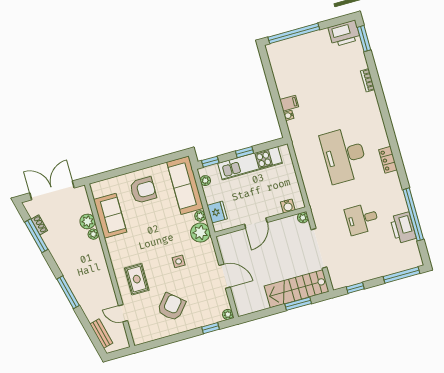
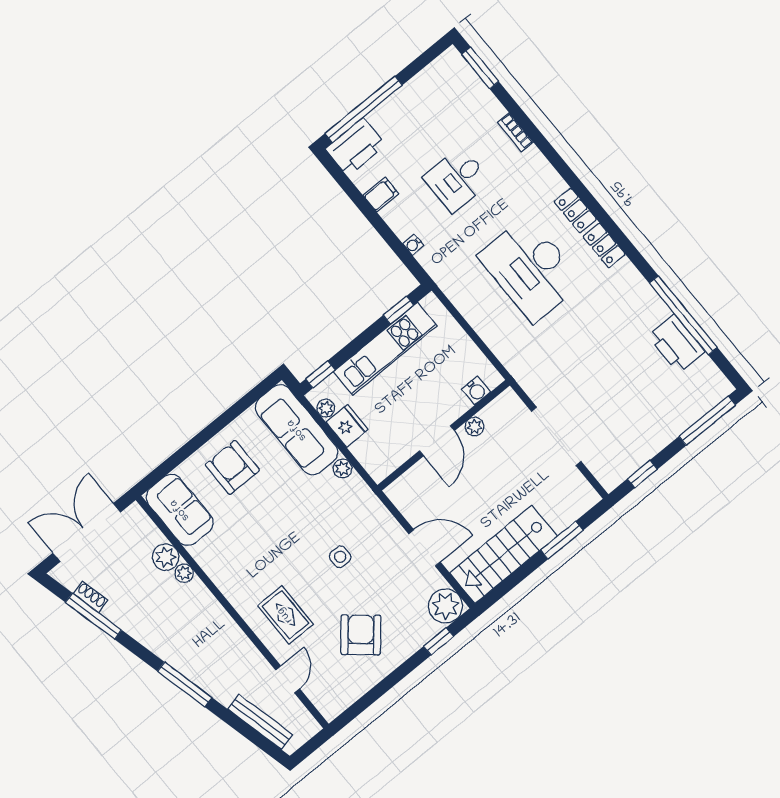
printer: (344, 33) -> (355, 147), moved
filing cabinet: (289, 103) -> (381, 195), moved
locker: (381, 135) -> (575, 210), added
window: (244, 152) -> (399, 310), moved
armchair: (143, 190) -> (232, 467), turned -90
fridge: (217, 212) -> (347, 426), moved
sofa: (110, 216) -> (180, 510), moved
plant: (303, 218) -> (474, 427), moved
desk: (362, 219) -> (457, 179), moved
plant: (200, 233) -> (355, 495), removed
stairs: (297, 289) -> (503, 554), moved
door: (123, 313) -> (288, 679), swing flipped
plant: (228, 314) -> (446, 606), width x1.88, depth x1.88
bench: (101, 334) -> (260, 722), width x1.36

